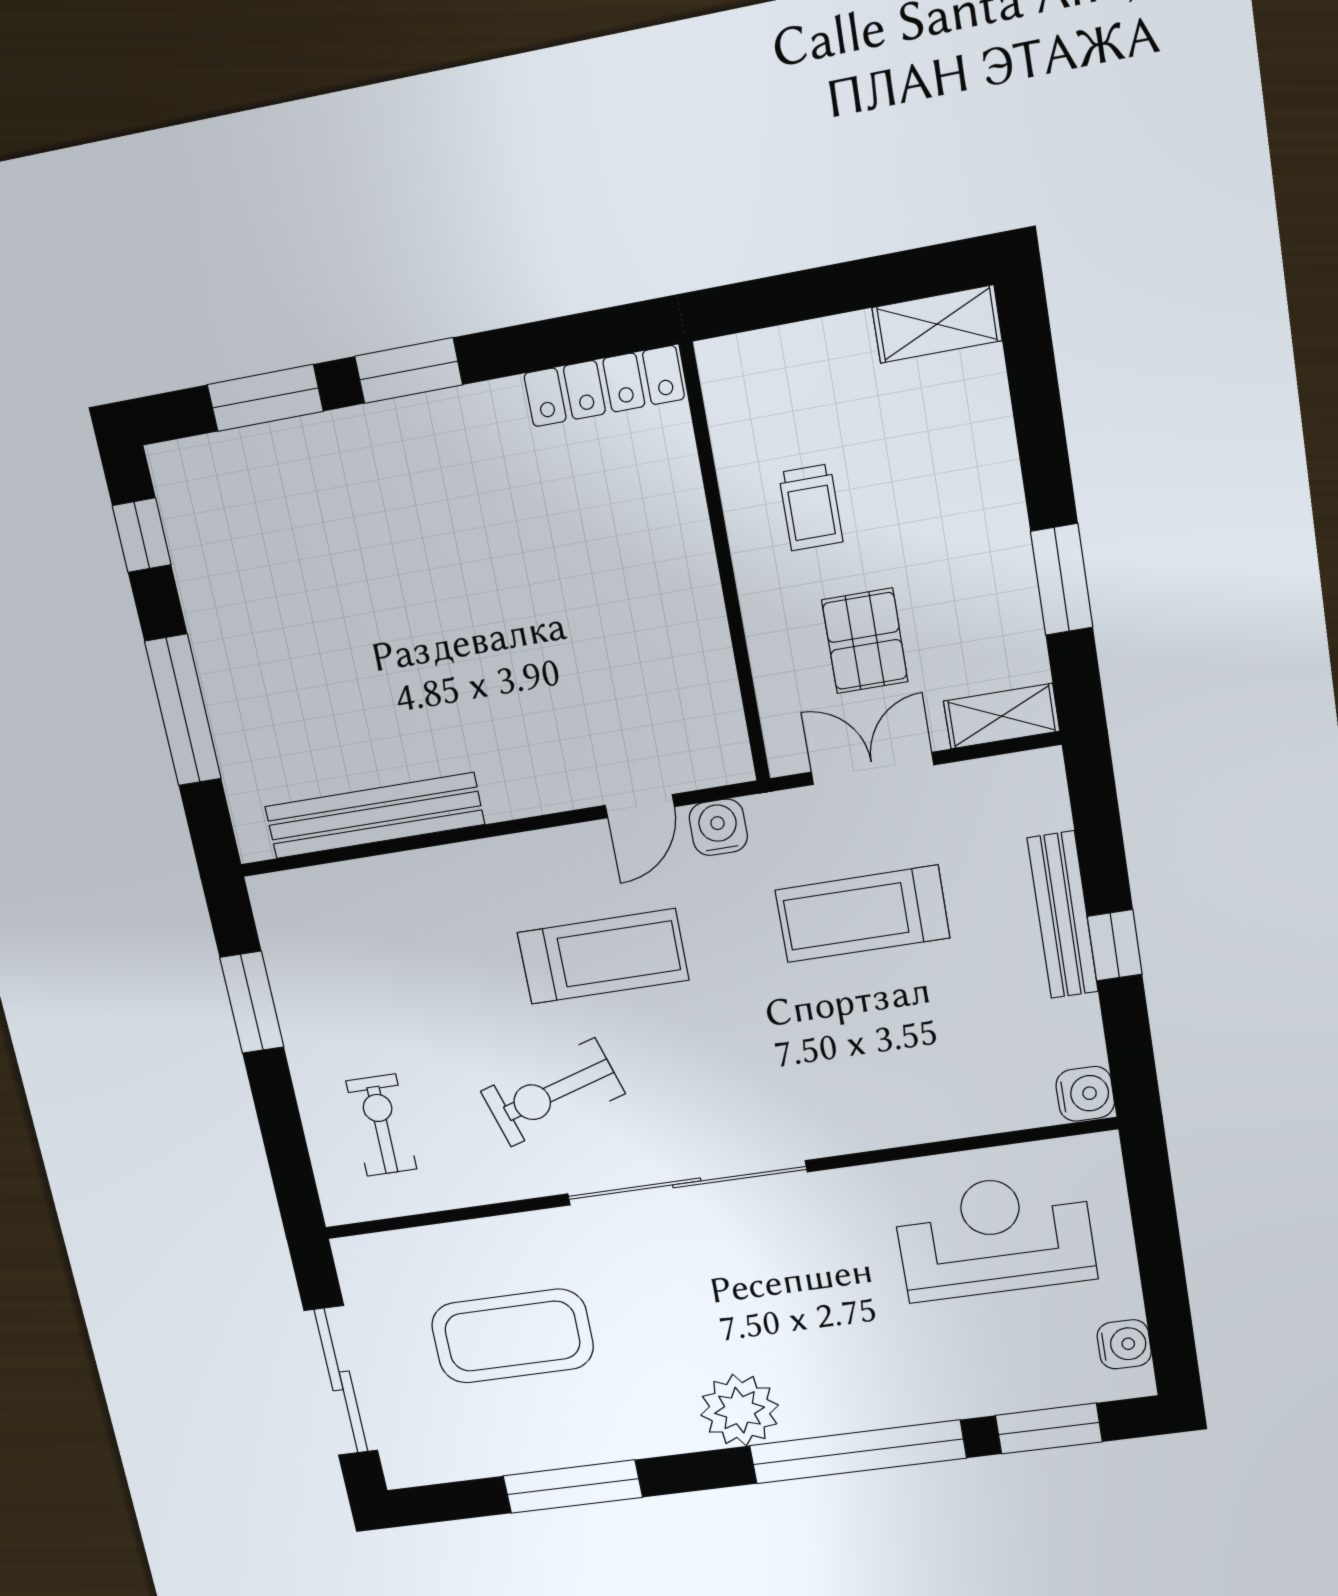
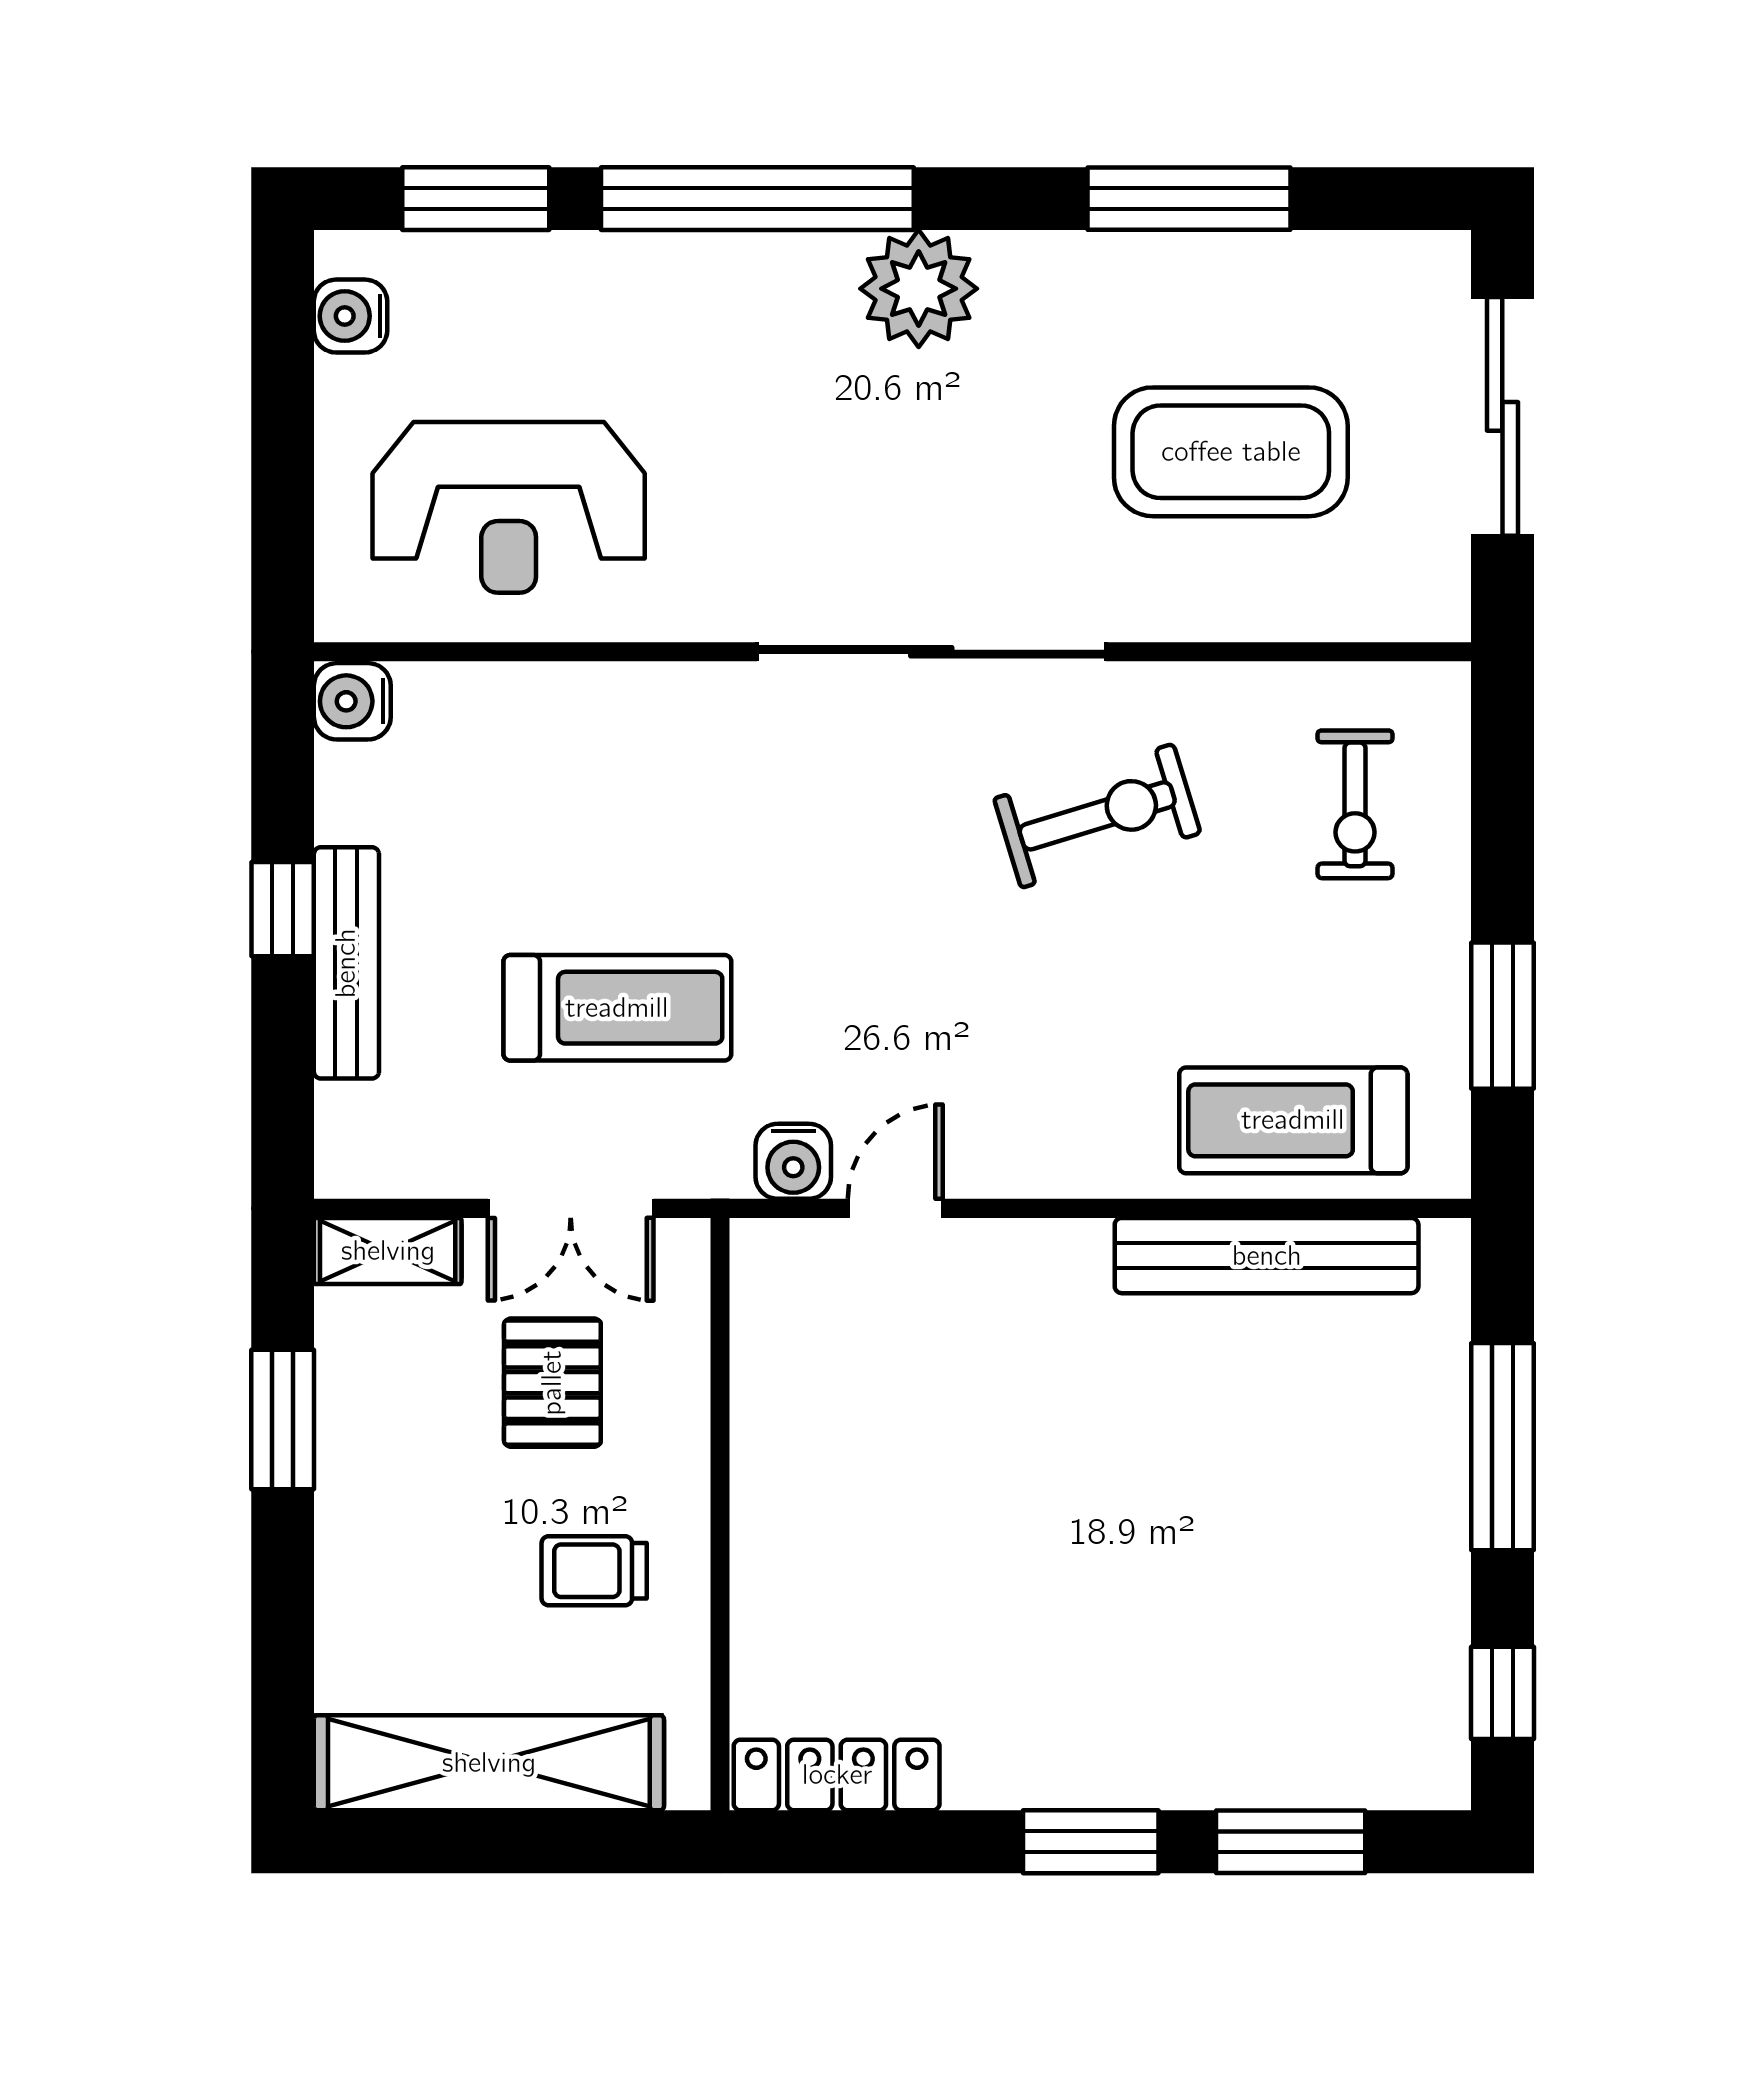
shelving: (937, 324) -> (489, 1763), width x2.20, depth x1.33
trolley: (811, 507) -> (594, 1571), turned -90
treadmill: (603, 956) -> (1293, 1120), moved

